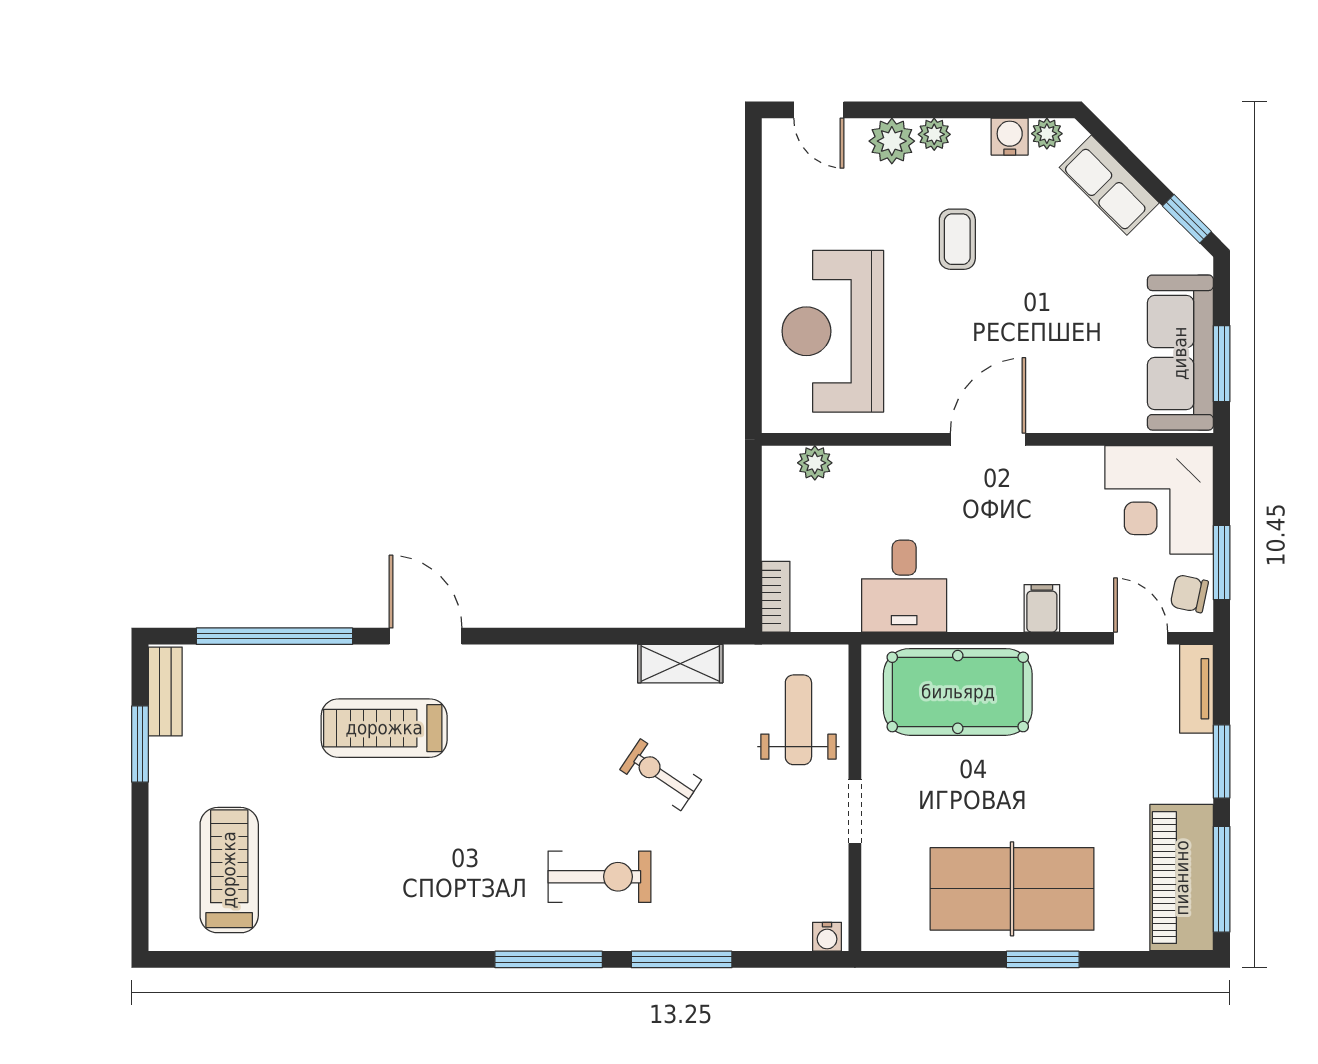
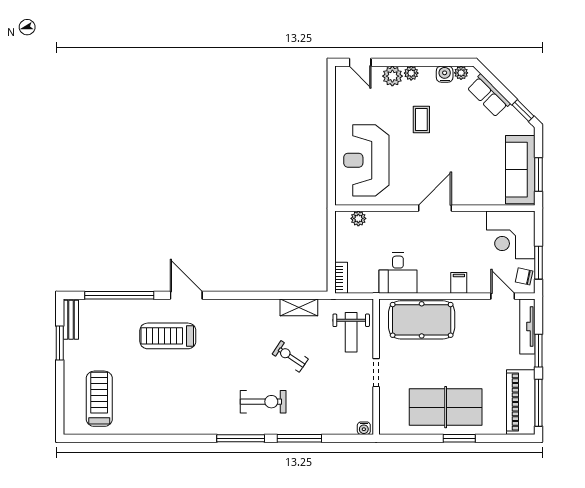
tv unit: (1196, 689) -> (527, 327), width x1.41
weight bench: (798, 720) -> (351, 332), turned 180

